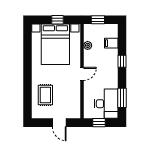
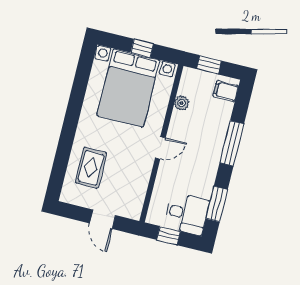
filing cabinet: (111, 43) -> (226, 91), moved
window: (122, 61) -> (232, 143), width x2.17
desk: (106, 104) -> (187, 214), width x0.73

